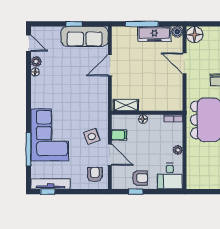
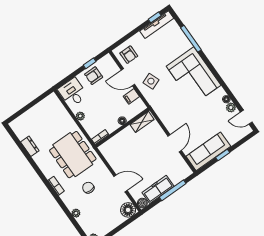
corner sofa: (50, 135) -> (194, 76), moved

